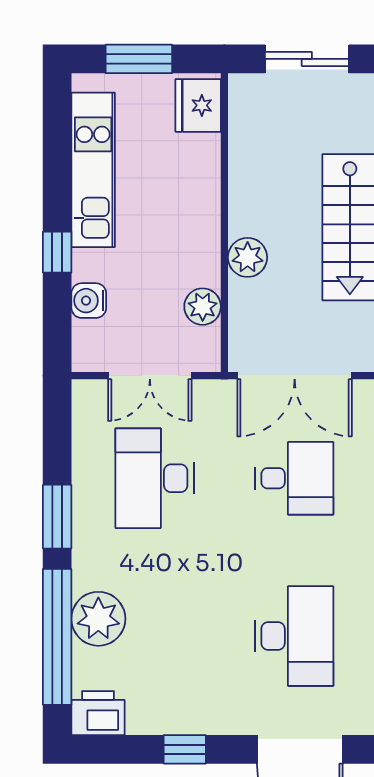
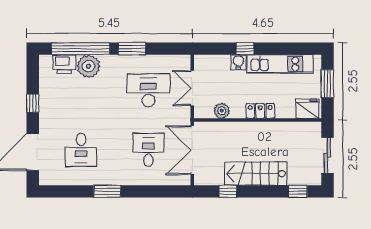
locker: (203, 216) -> (260, 111), added
plant: (248, 257) -> (243, 130), removed
water cooler: (89, 301) -> (238, 62), moved
desk: (294, 478) -> (148, 150), turned 180
desk: (294, 636) -> (81, 150), width x0.73
printer: (98, 713) -> (64, 64), moved, turned 90

